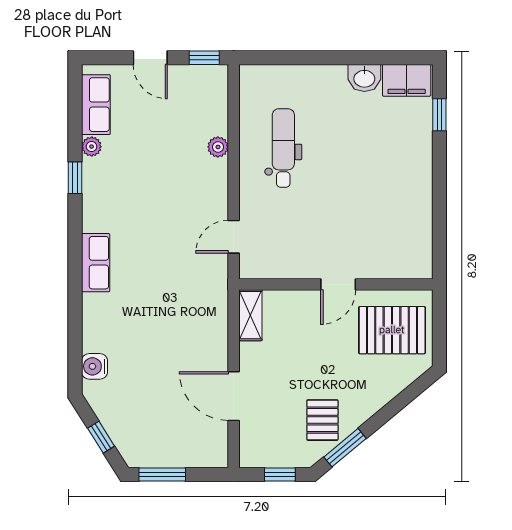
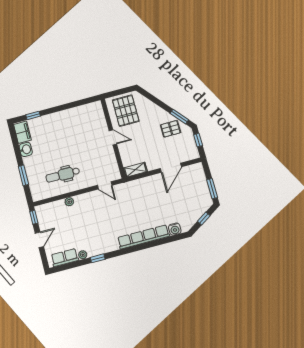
window: (306, 58) -> (23, 175), added
row of seats: (96, 263) -> (143, 237), width x2.02

